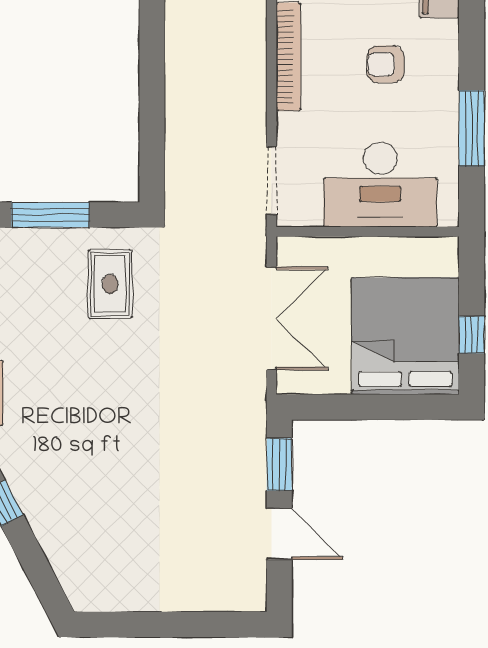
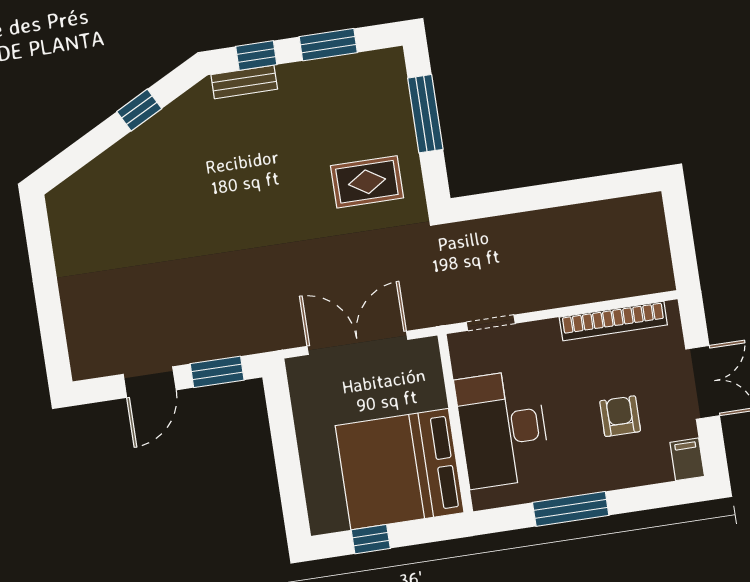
doorway: (271, 181) -> (491, 323), width x0.73
double door: (271, 318) -> (357, 343), swing flipped
bed: (405, 336) -> (400, 469), moved, turned 180

